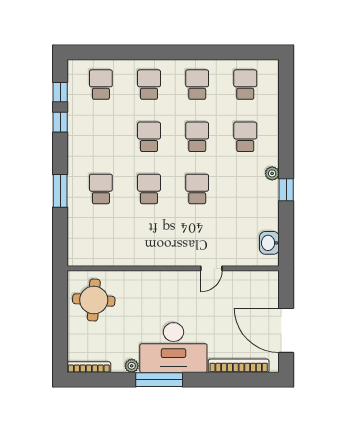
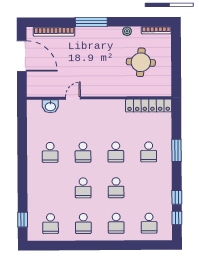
school desk: (245, 137) -> (50, 152), moved
plant: (272, 173) -> (32, 163), removed
window: (286, 190) -> (23, 220), moved
washbasin: (269, 243) -> (50, 106), moved, turned 90
locker: (101, 257) -> (149, 106), added
round table: (94, 300) -> (141, 62), moved
desk: (173, 348) -> (99, 44), removed
window: (159, 380) -> (91, 22), moved

